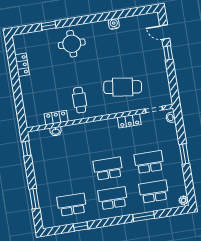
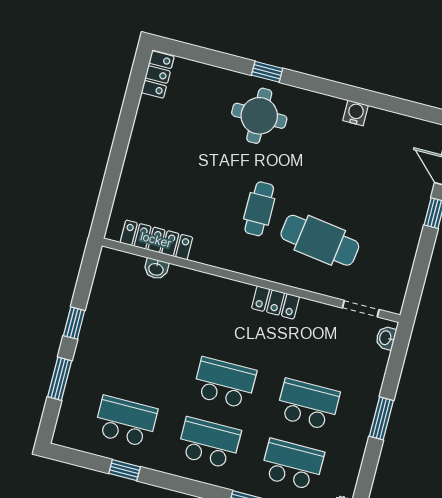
window: (49, 26) -> (267, 72), moved
locker: (22, 65) -> (158, 75), moved
cafe table: (80, 100) -> (259, 209), moved
locker: (56, 118) -> (156, 240), width x1.53
locker: (129, 121) -> (275, 302), moved
window: (26, 149) -> (74, 323), moved

